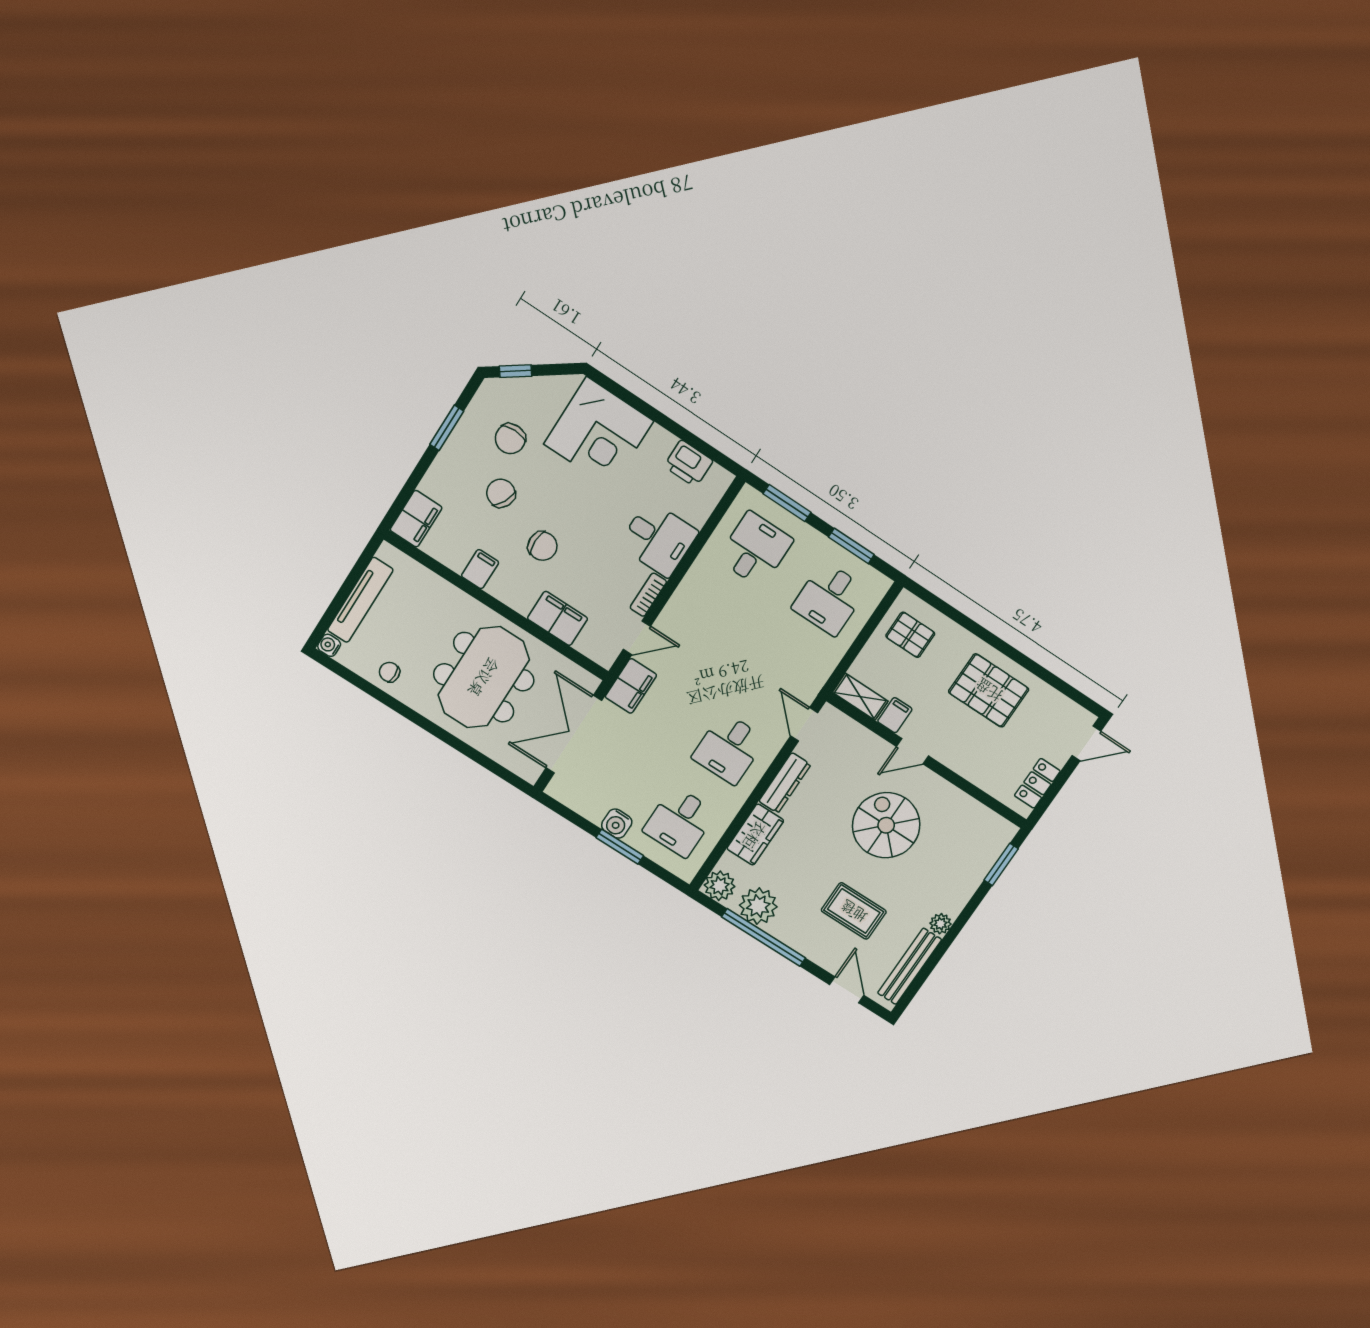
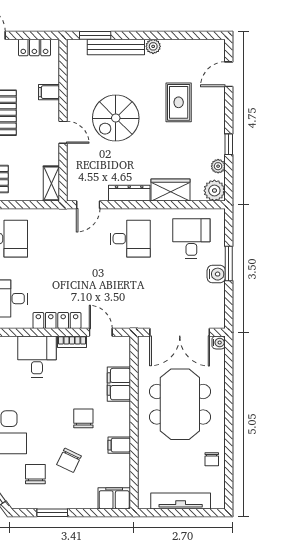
chair: (510, 439) -> (35, 474), turned -90
locker: (687, 593) -> (57, 320), added
water cooler: (329, 645) -> (219, 343), moved, turned -90
meeting table: (484, 677) -> (180, 404), turned 90
filing cabinet: (631, 686) -> (130, 318), removed
filing cabinet: (895, 715) -> (49, 92), moved
desk: (680, 822) -> (191, 239), turned -90
plant: (758, 906) -> (218, 166), width x0.53, depth x0.53
window: (764, 937) -> (229, 144), width x0.32
bench: (910, 966) -> (116, 47), moved

